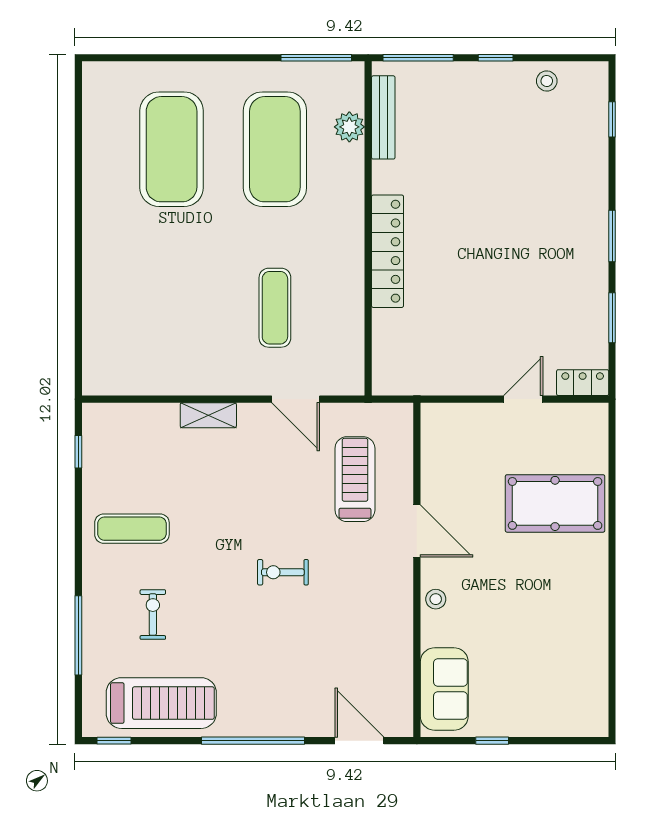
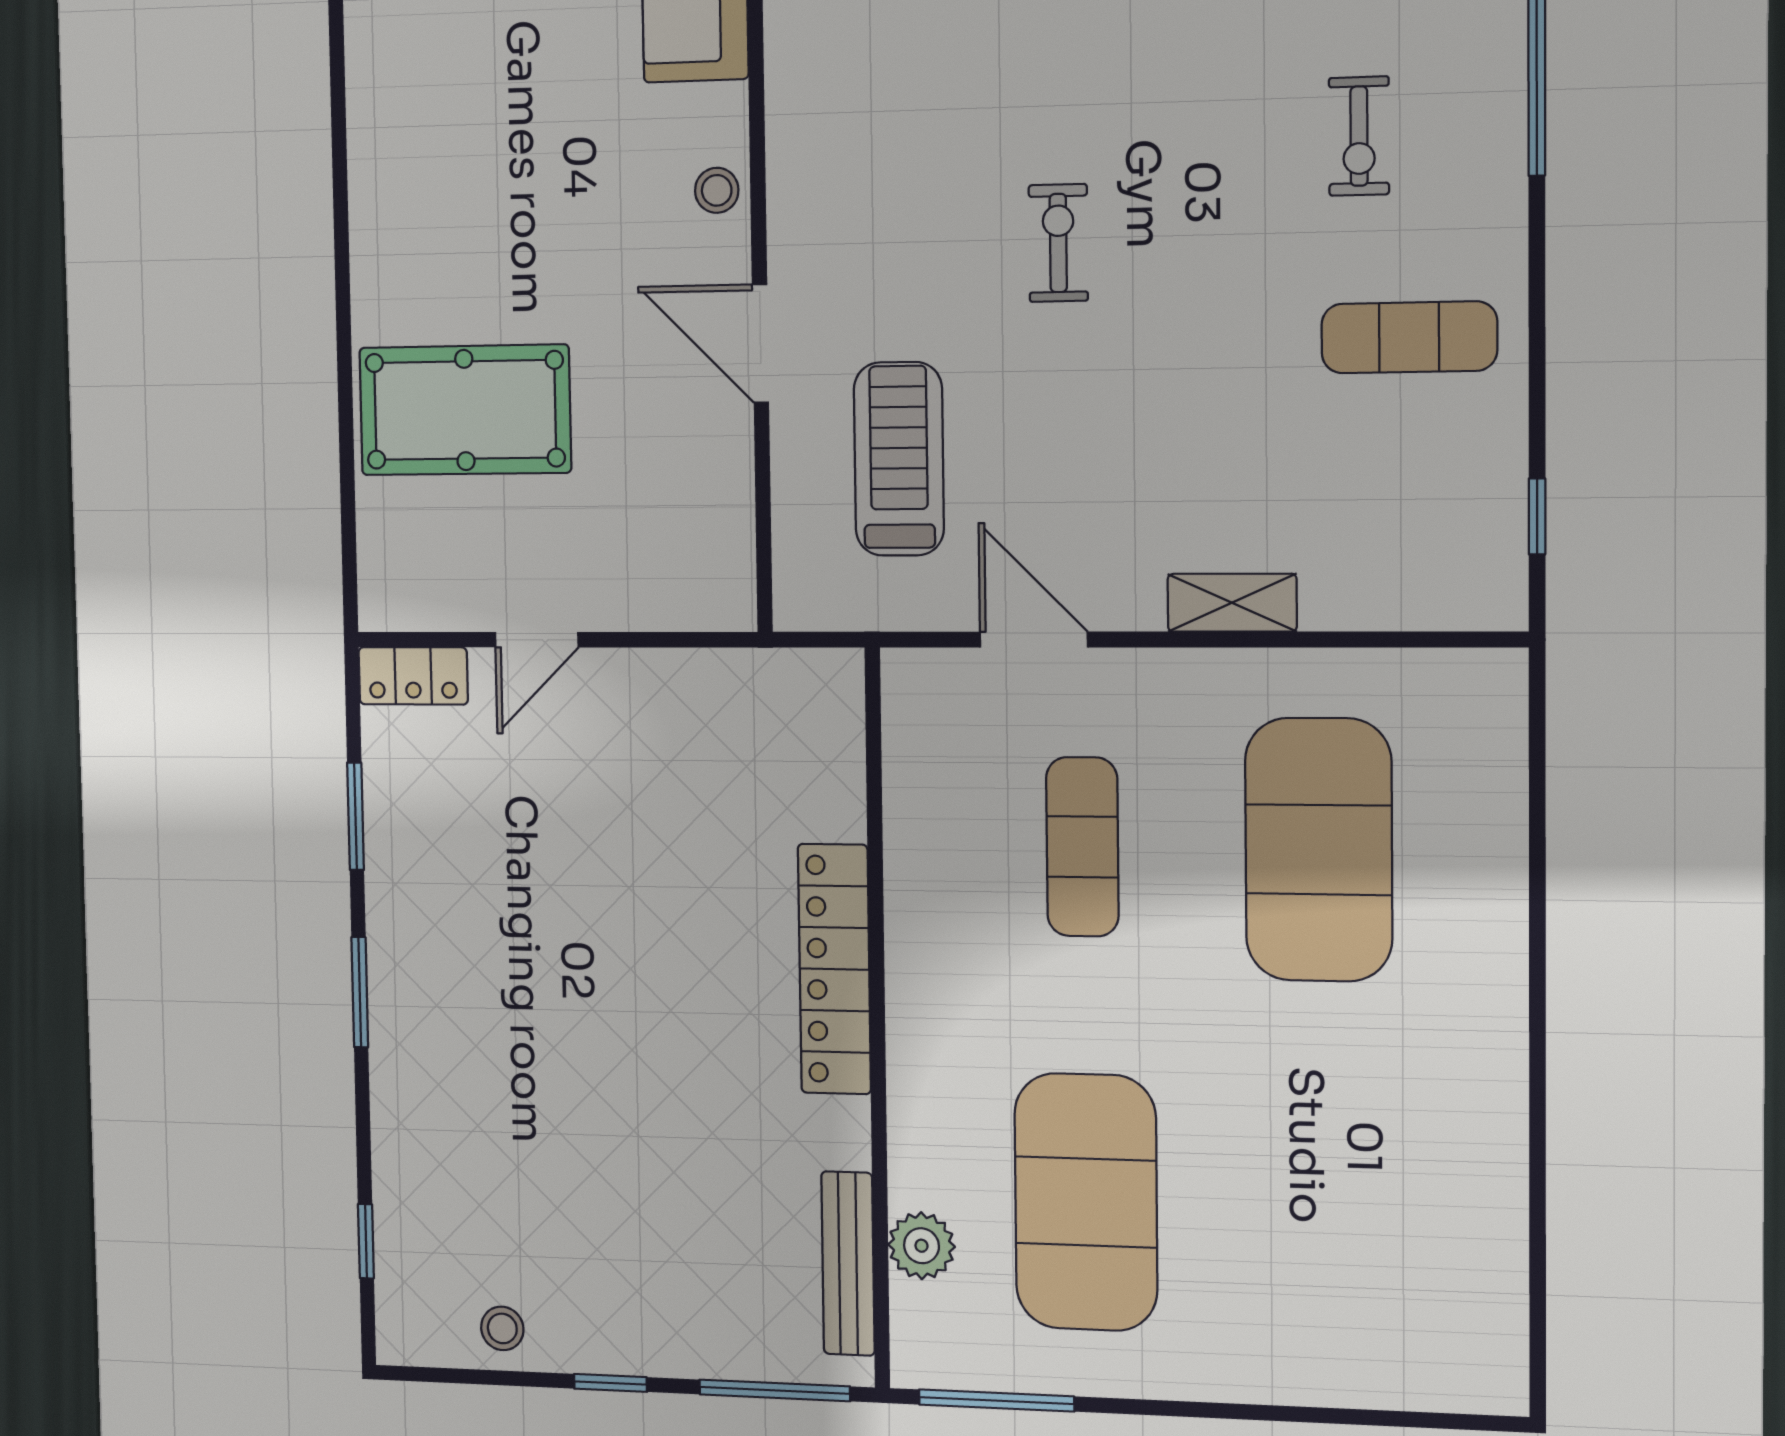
exercise mat: (172, 149) -> (1319, 850), moved
treadmill: (355, 479) -> (899, 459), turned 180
exercise bike: (283, 572) -> (1058, 243), turned -90

